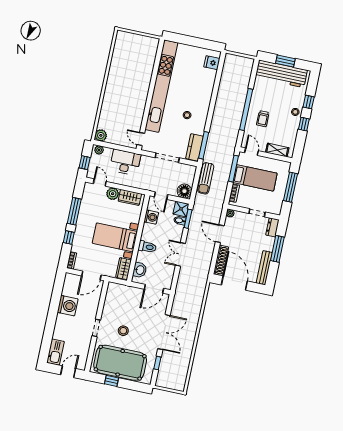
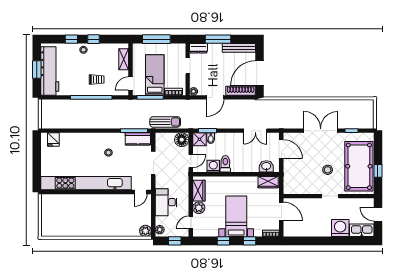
window: (74, 211) -> (223, 241), width x0.46
bed with nightstands: (115, 237) -> (236, 216), moved, turned 180
toilet: (147, 247) -> (225, 164), moved
double door: (180, 254) -> (255, 131), moved
washing machine: (68, 306) -> (340, 228), moved

